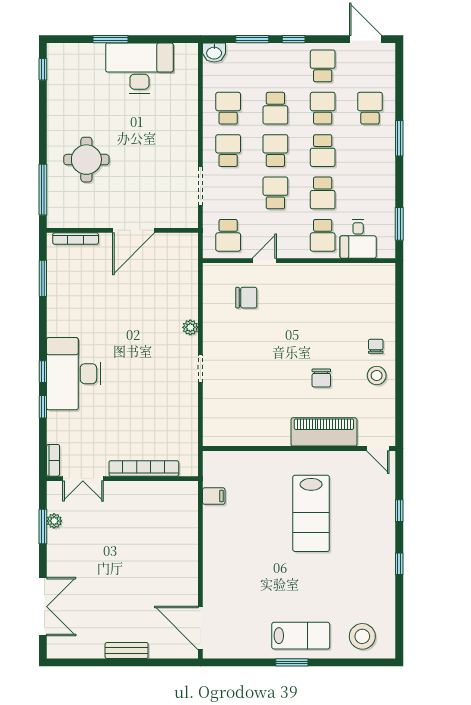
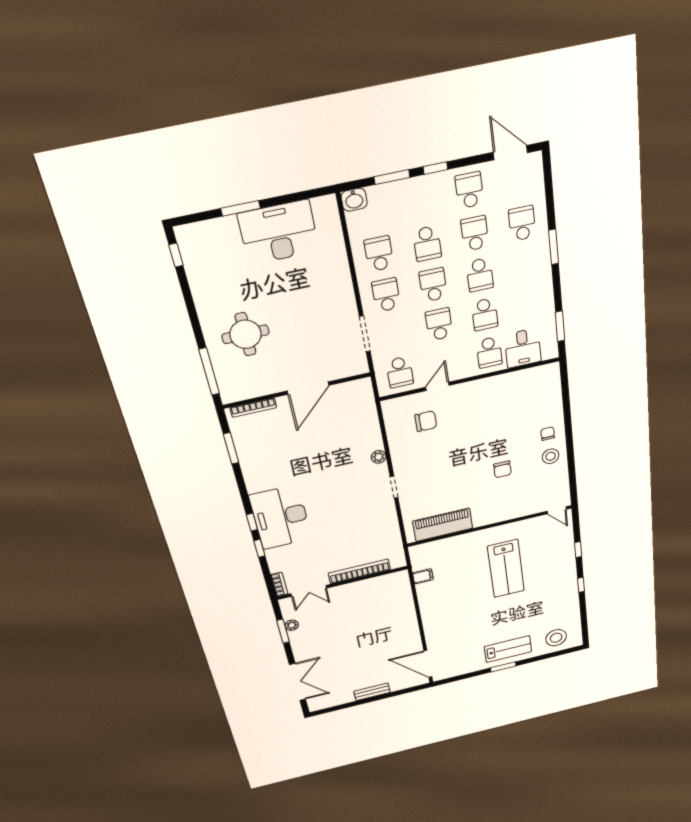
piano: (324, 432) -> (443, 525), moved

